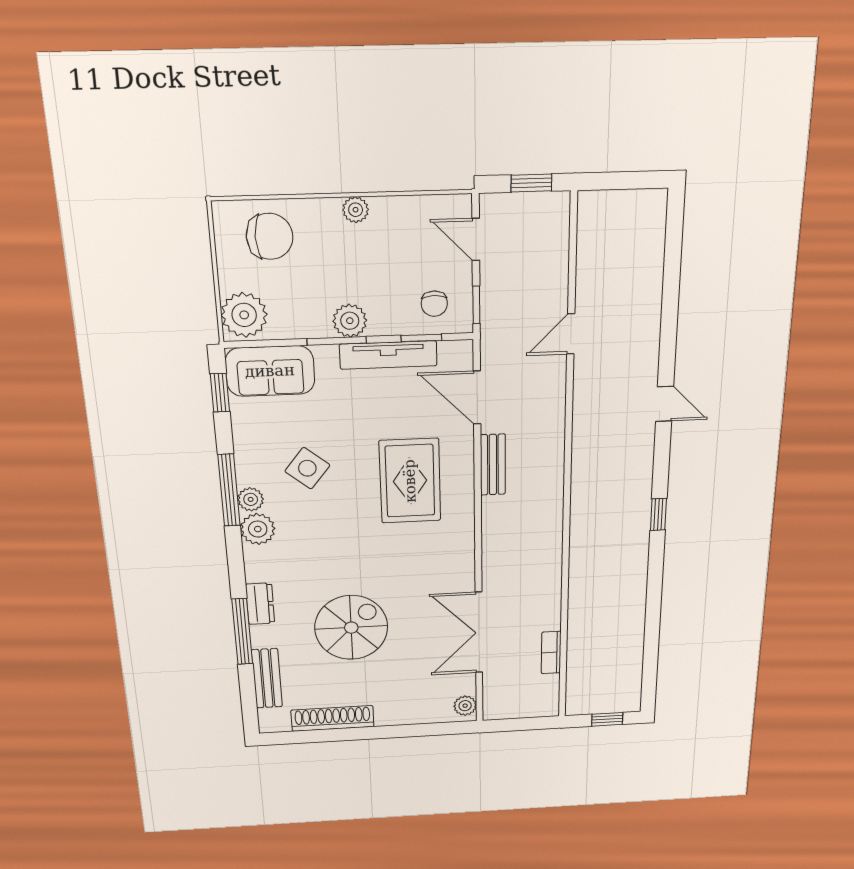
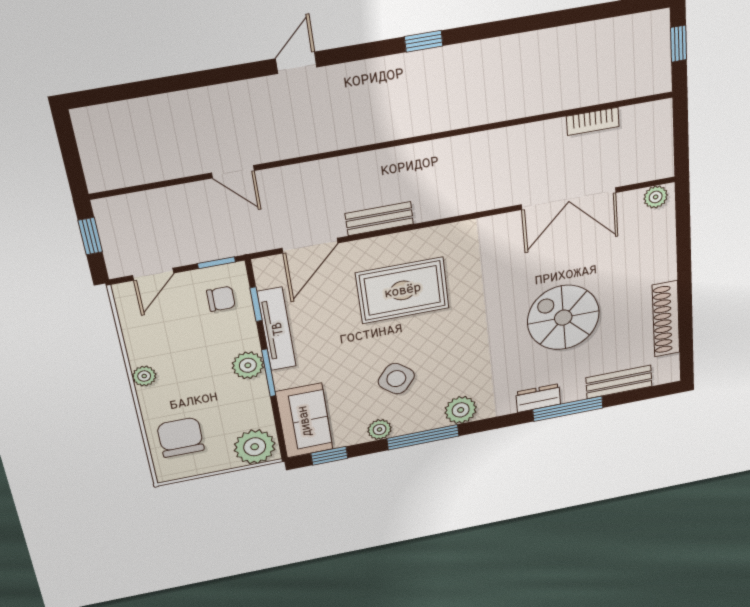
plant: (251, 499) -> (380, 429), moved

